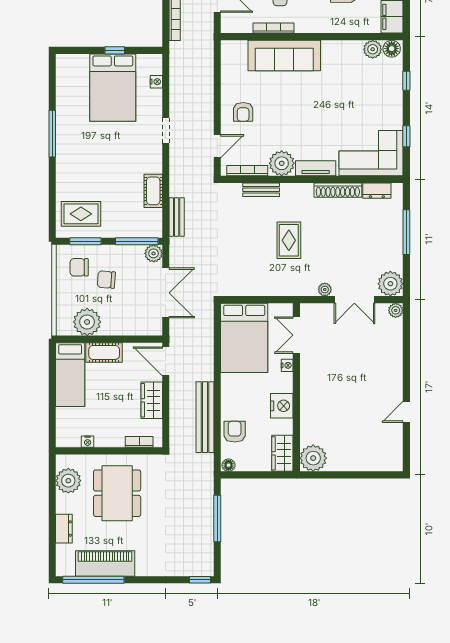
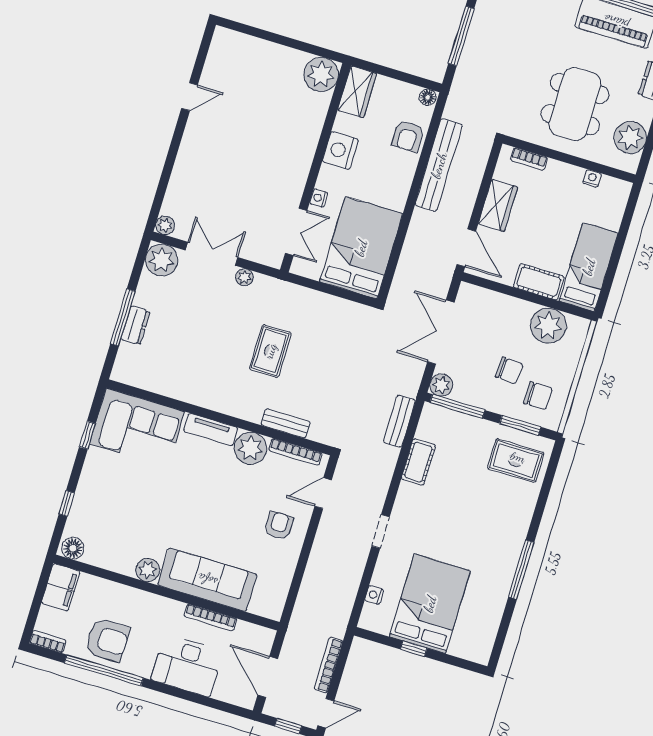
plant: (373, 49) -> (148, 570), moved
shoe rack: (338, 190) -> (191, 394), removed
dresser: (377, 191) -> (136, 325), moved, turned 90

